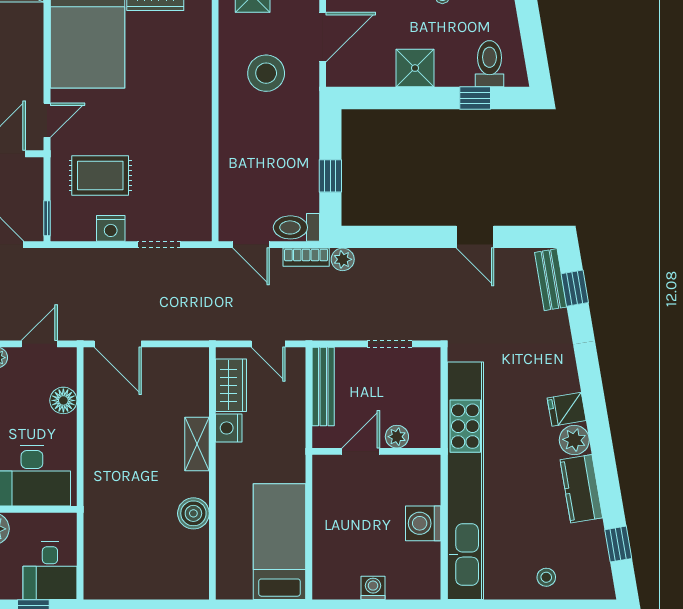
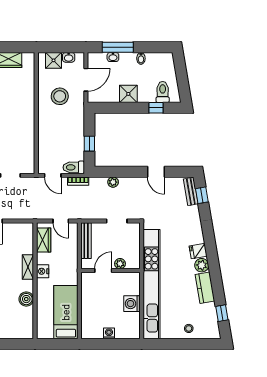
plant: (343, 259) -> (113, 182), moved
nightstand: (229, 428) -> (43, 271), moved

